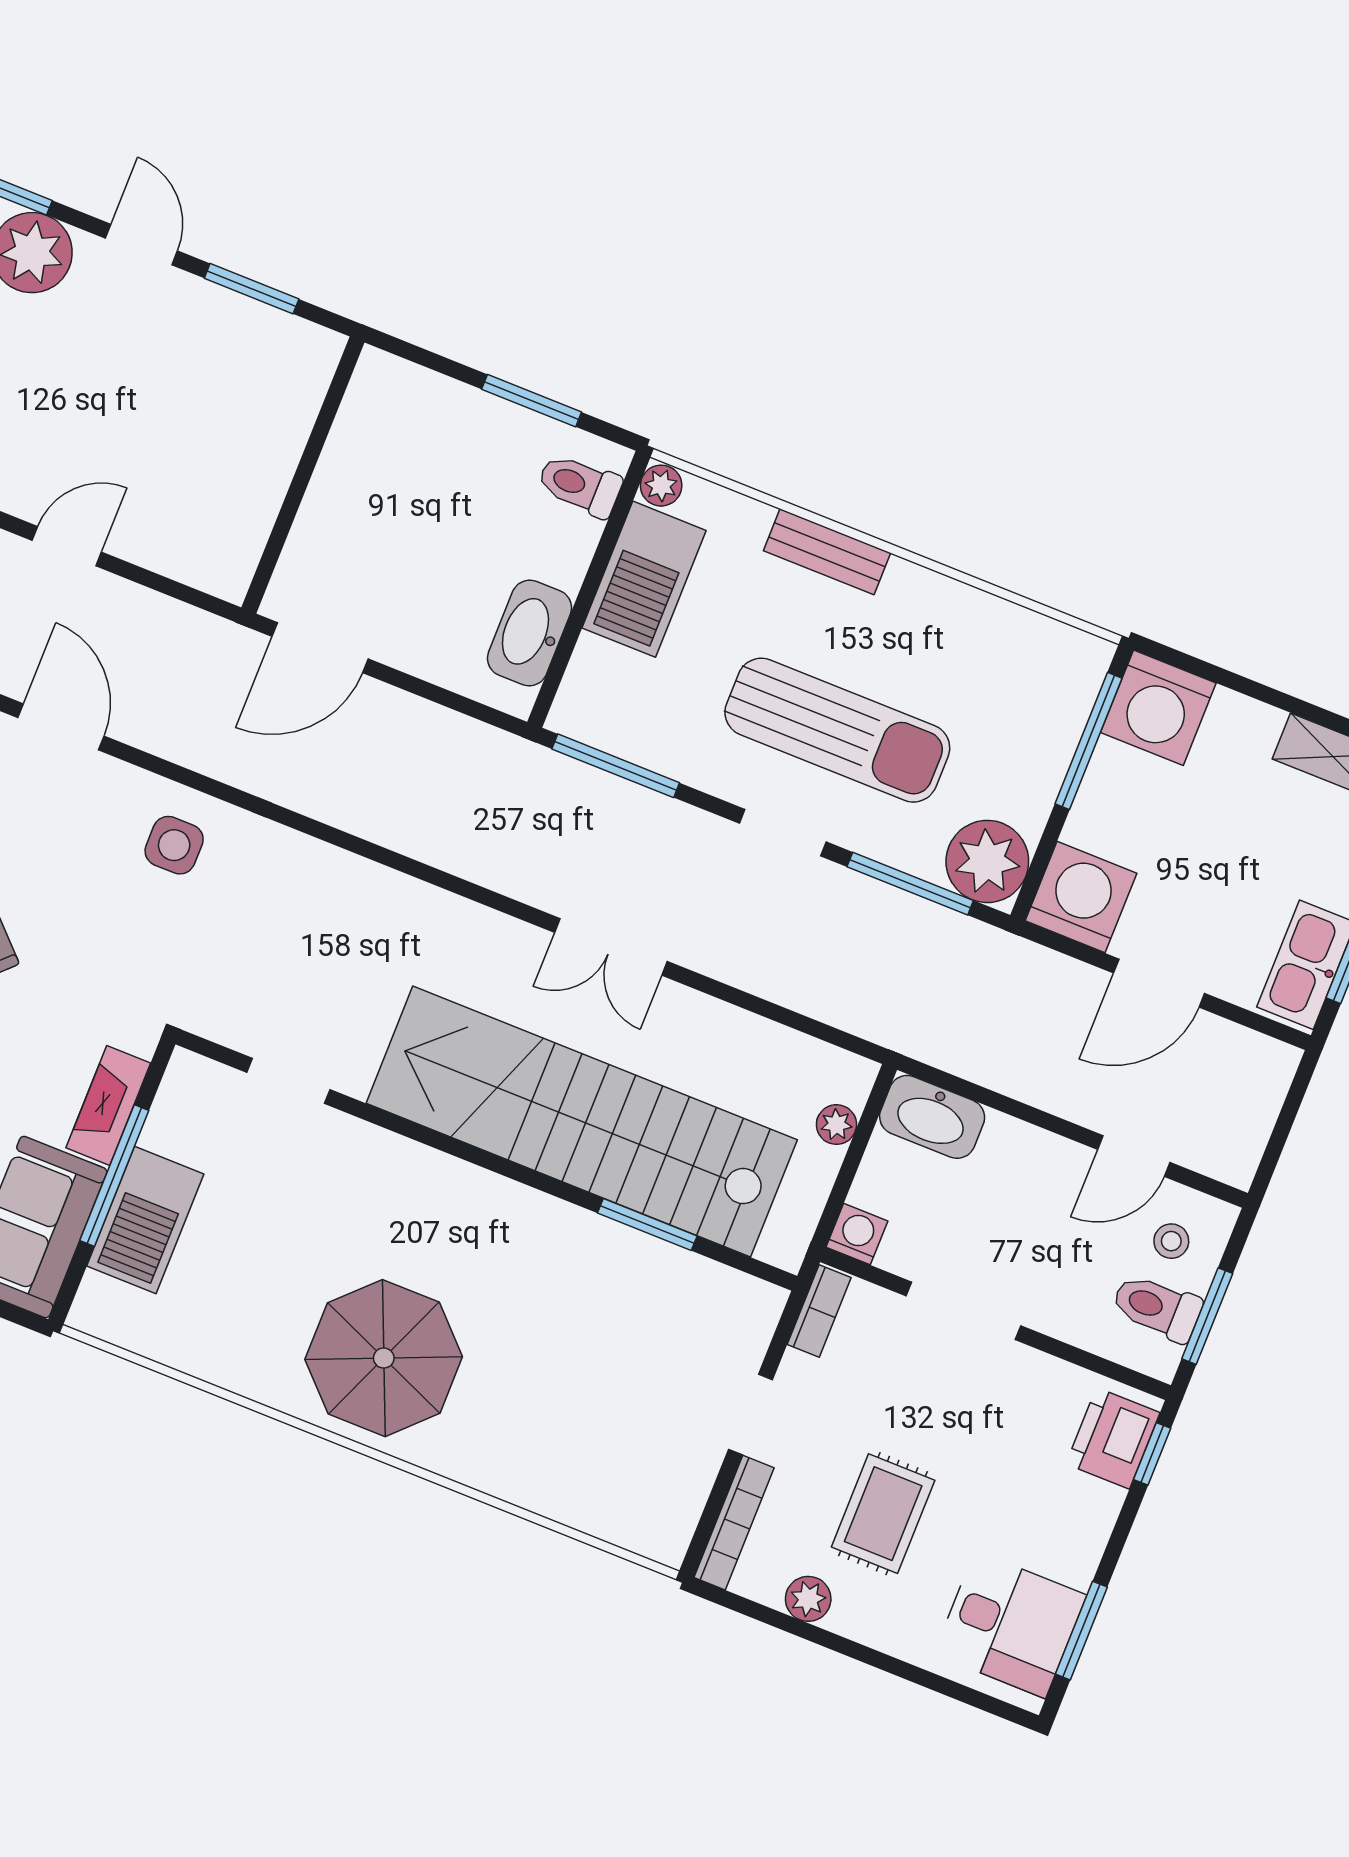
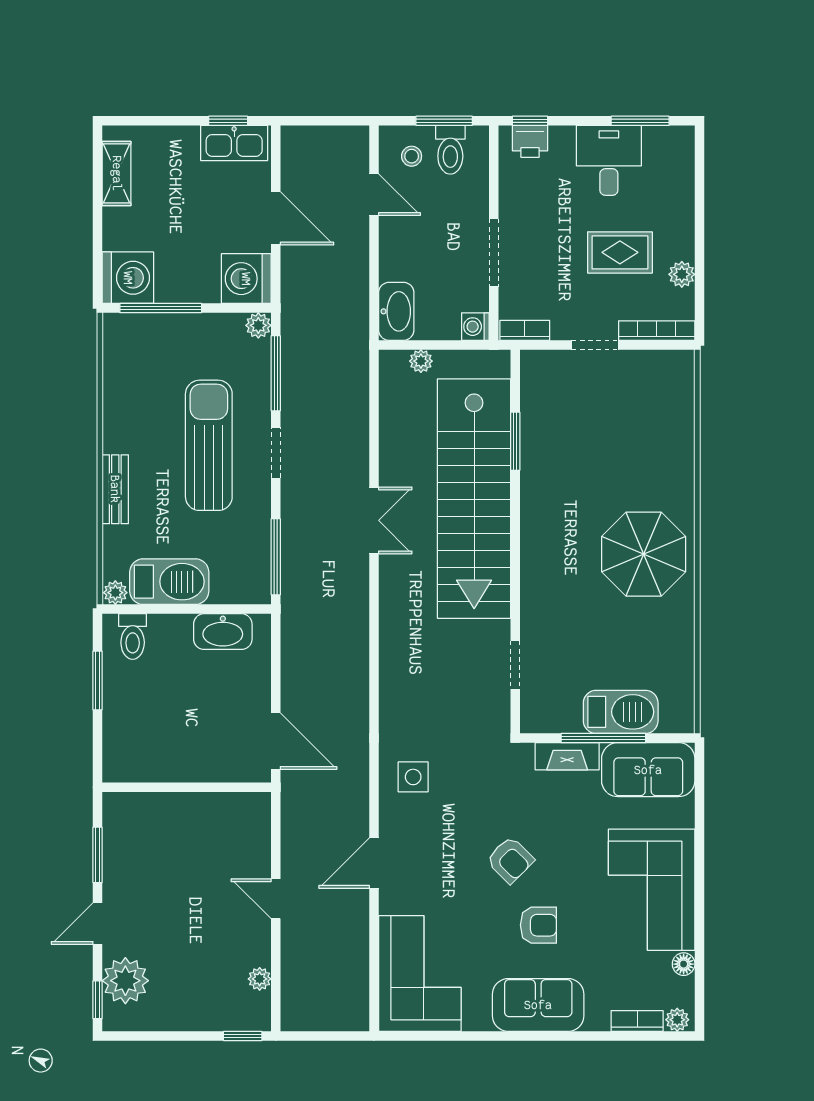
plant: (987, 861) -> (258, 325), width x0.53, depth x0.53
printer: (1113, 1438) -> (530, 141), width x0.73, depth x0.81
desk: (1010, 1625) -> (609, 160), moved

